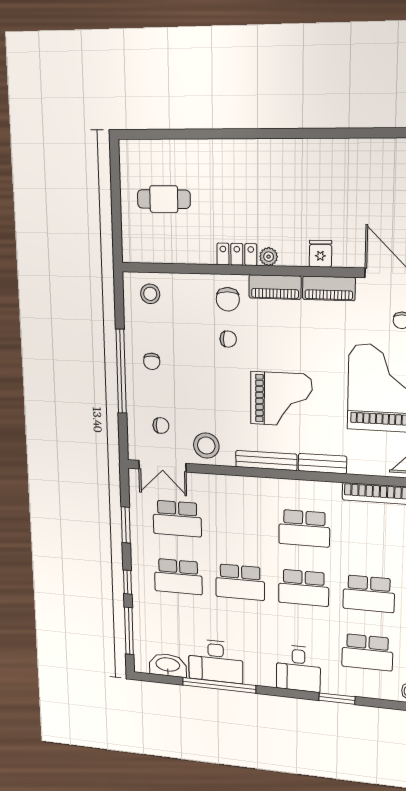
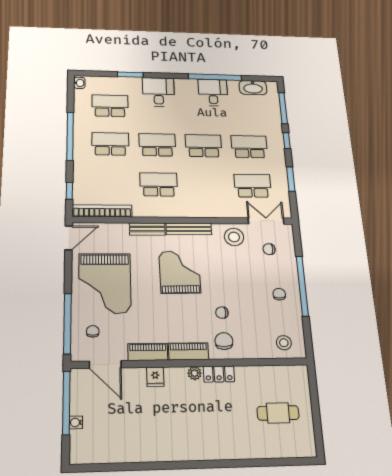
grand piano: (281, 399) -> (180, 272), turned 89
desk: (216, 661) -> (213, 92), width x0.73

